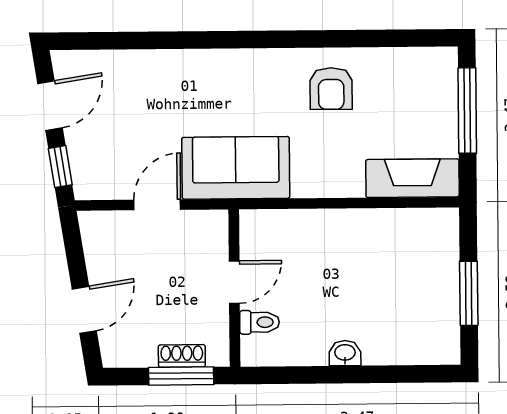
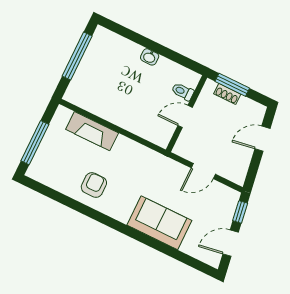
sofa: (236, 168) -> (159, 223), moved, turned 180
fireplace: (412, 178) -> (92, 131), moved
window: (469, 293) -> (77, 56), width x1.44

